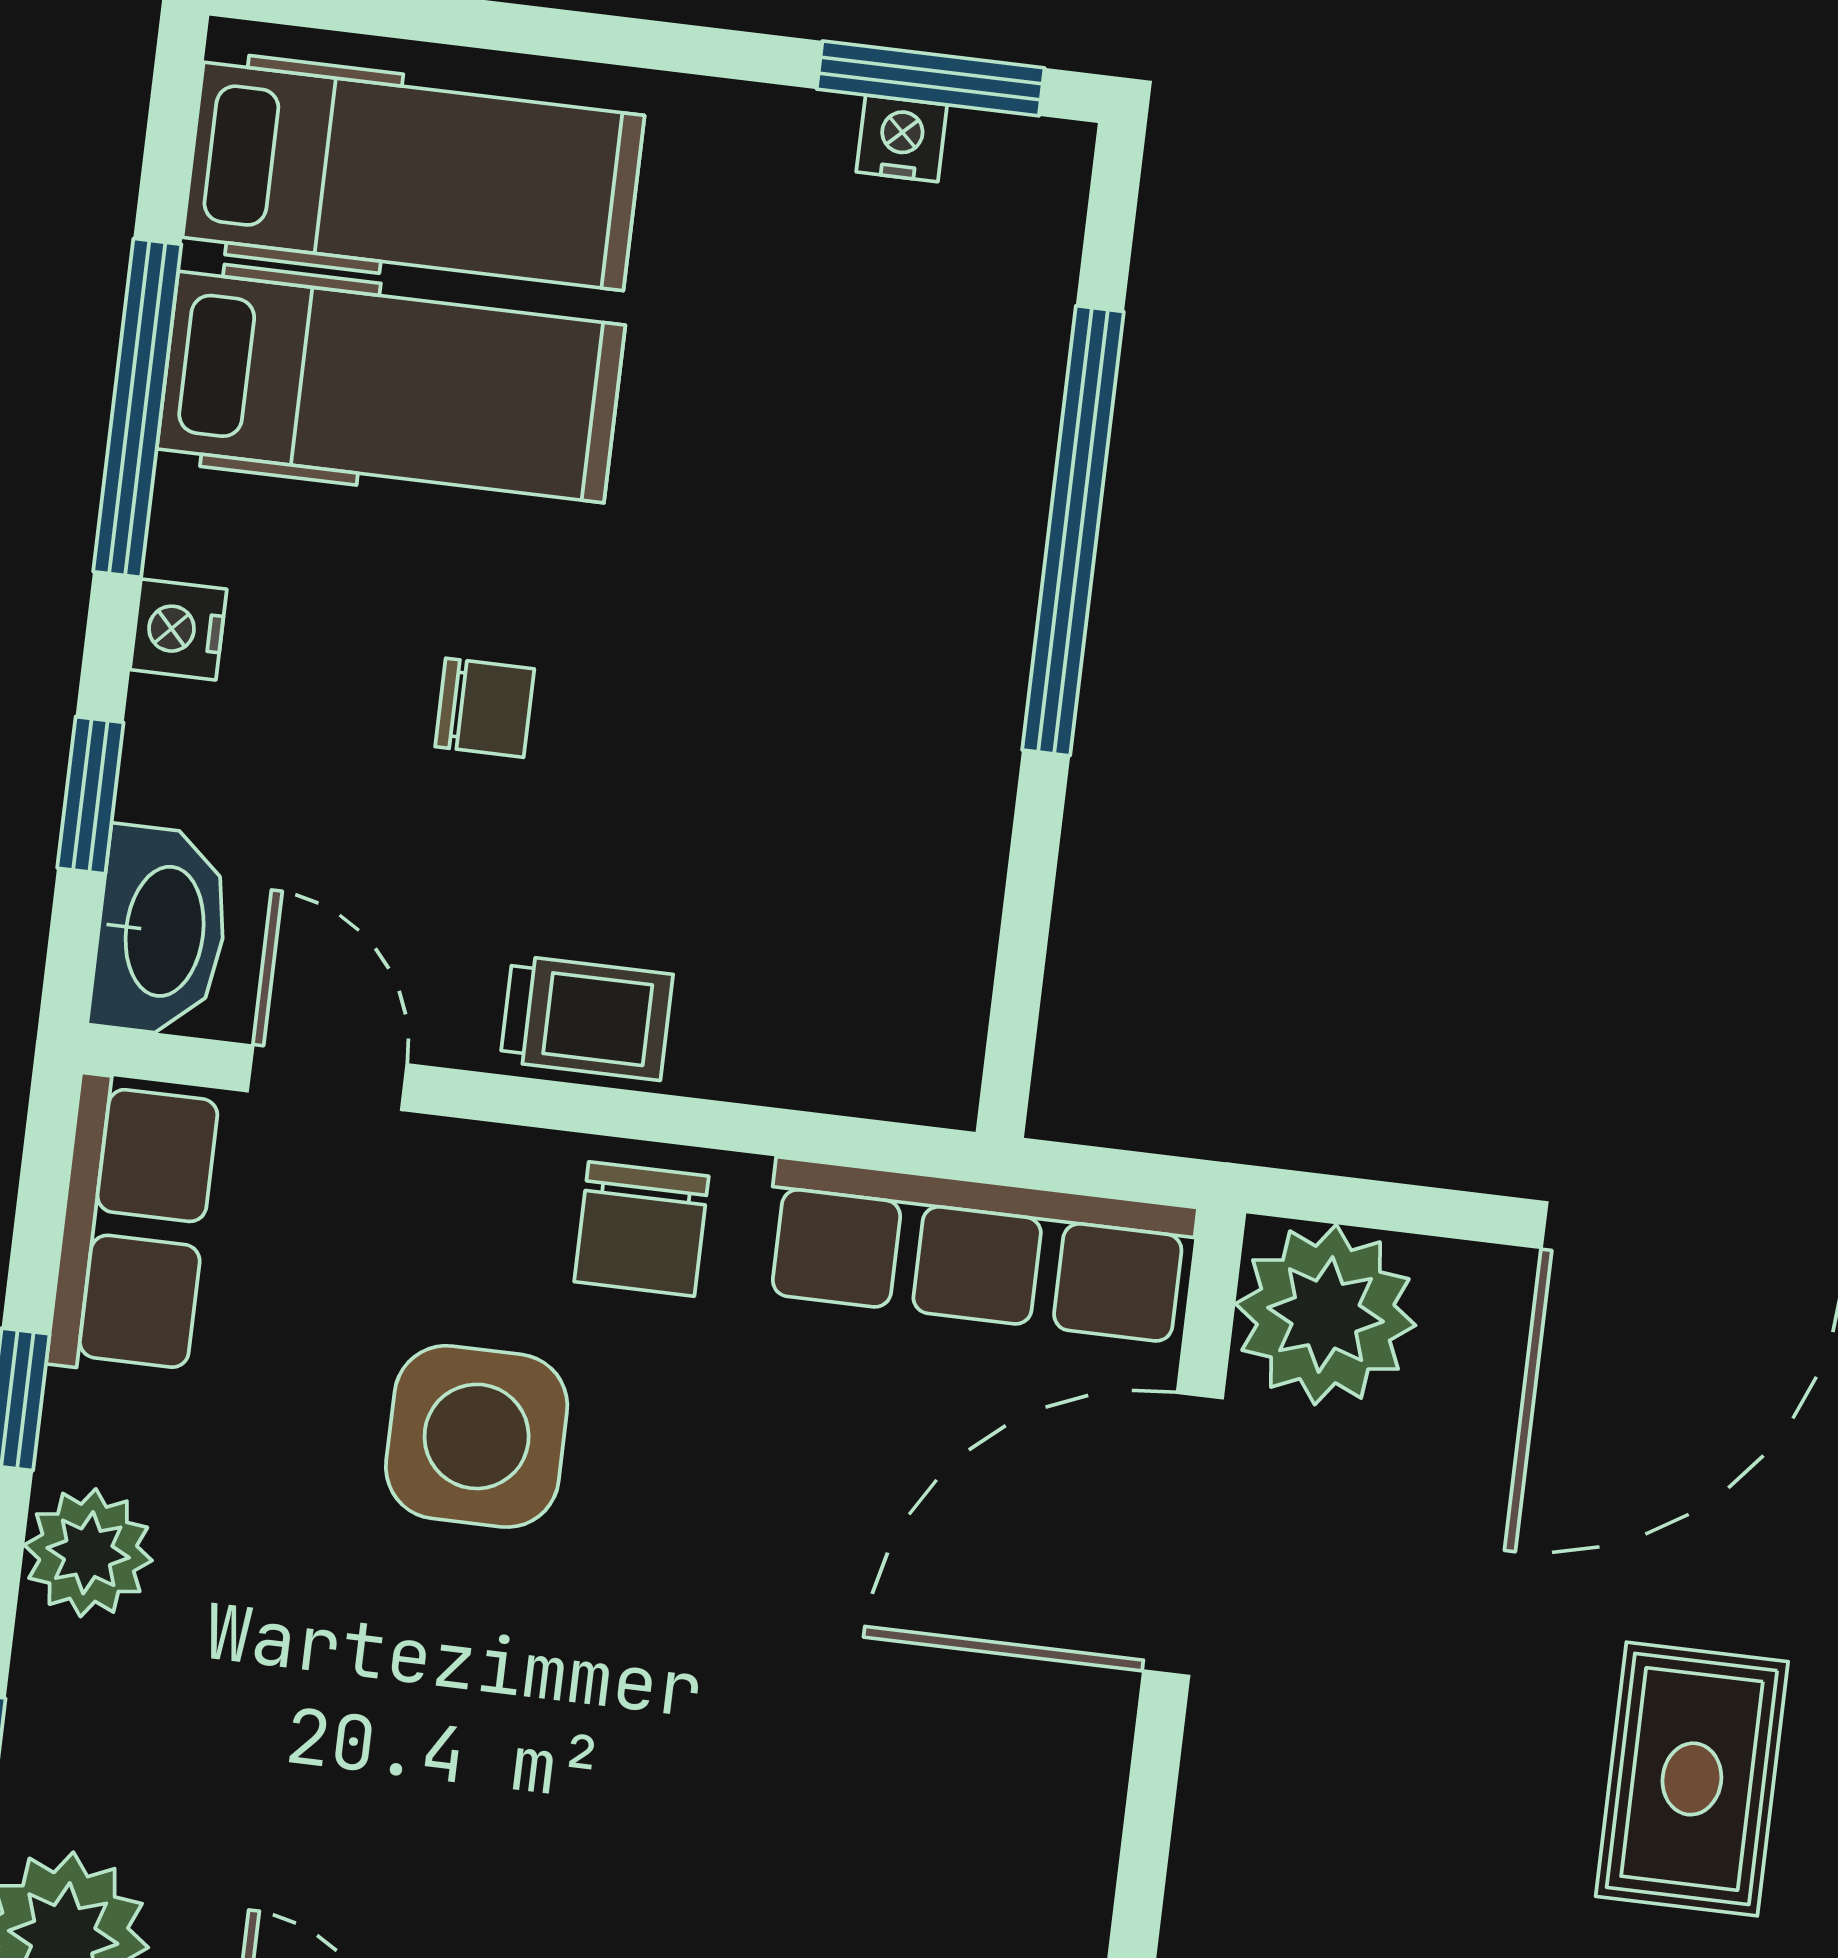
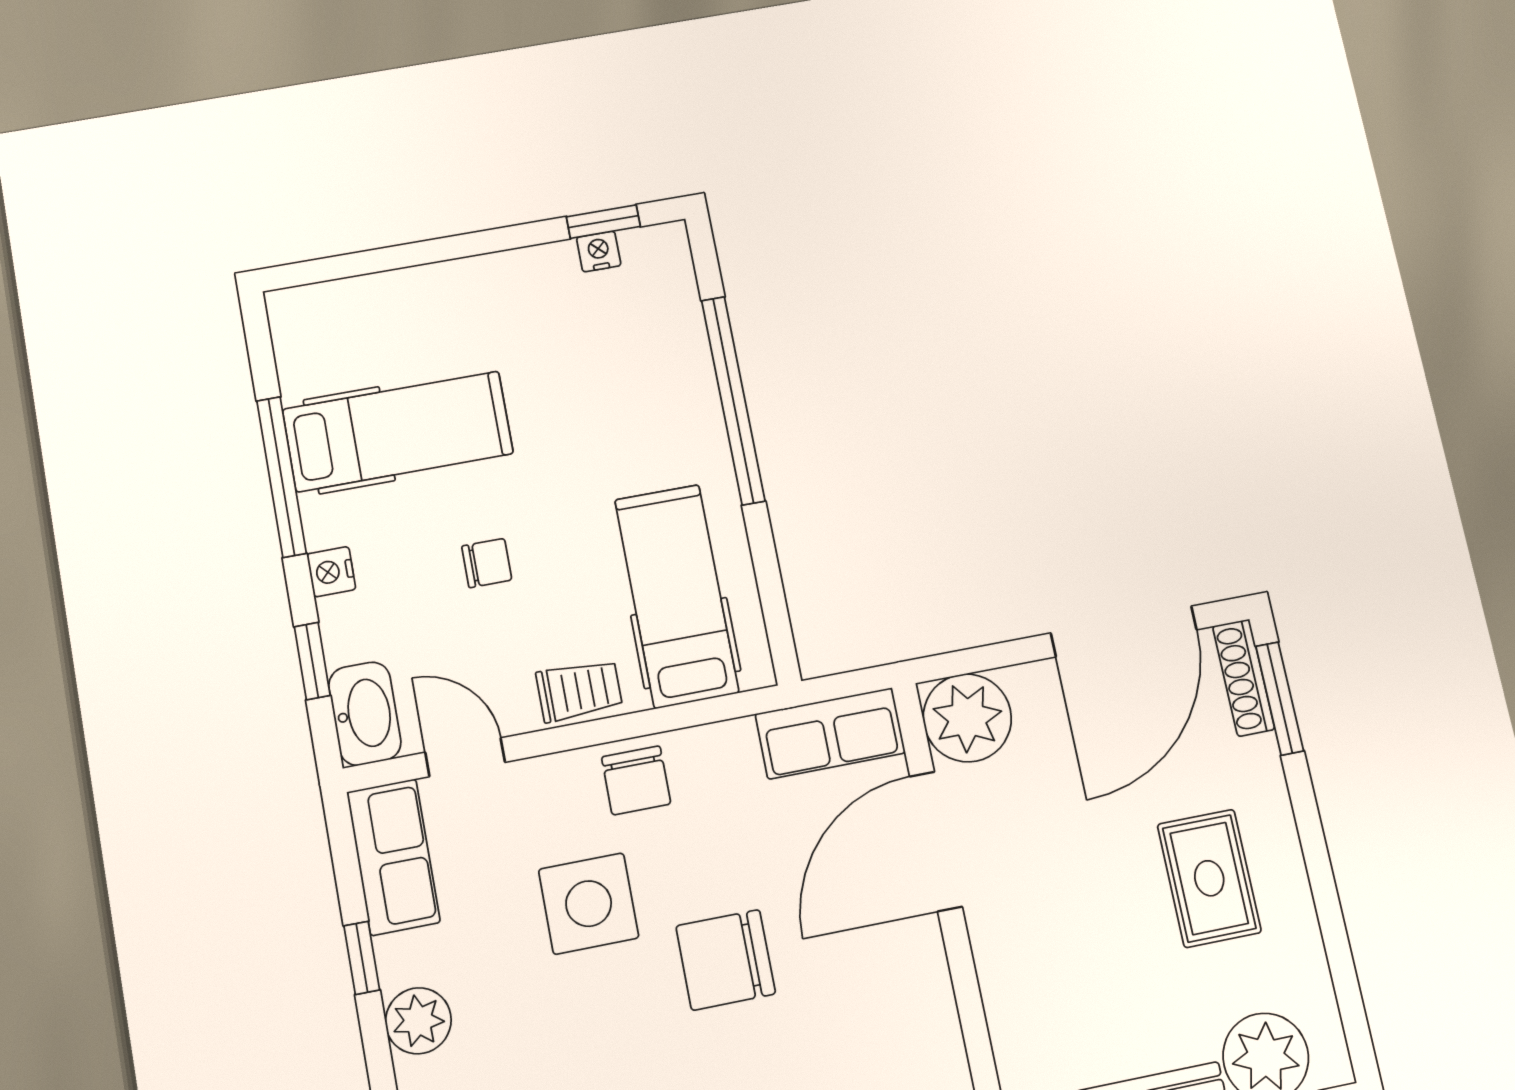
window: (931, 78) -> (603, 222), width x0.67
hospital bed: (413, 176) -> (677, 596), moved, turned -90
row of seats: (979, 1250) -> (830, 733), width x0.68
chair: (704, 1629) -> (726, 960), added

